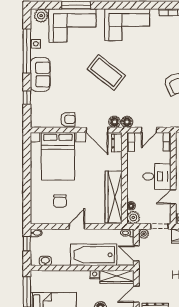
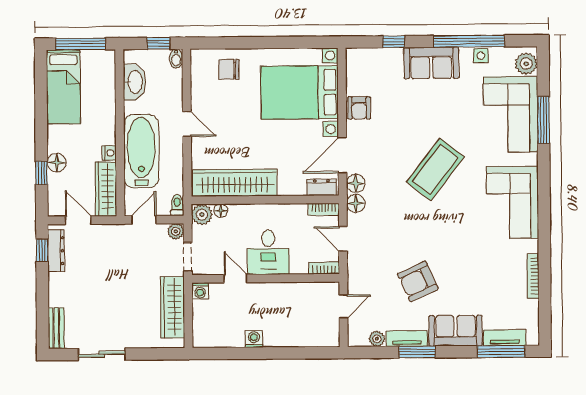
chair: (60, 201) -> (229, 69), moved
washbasin: (45, 261) -> (134, 82), width x1.91, depth x1.45

